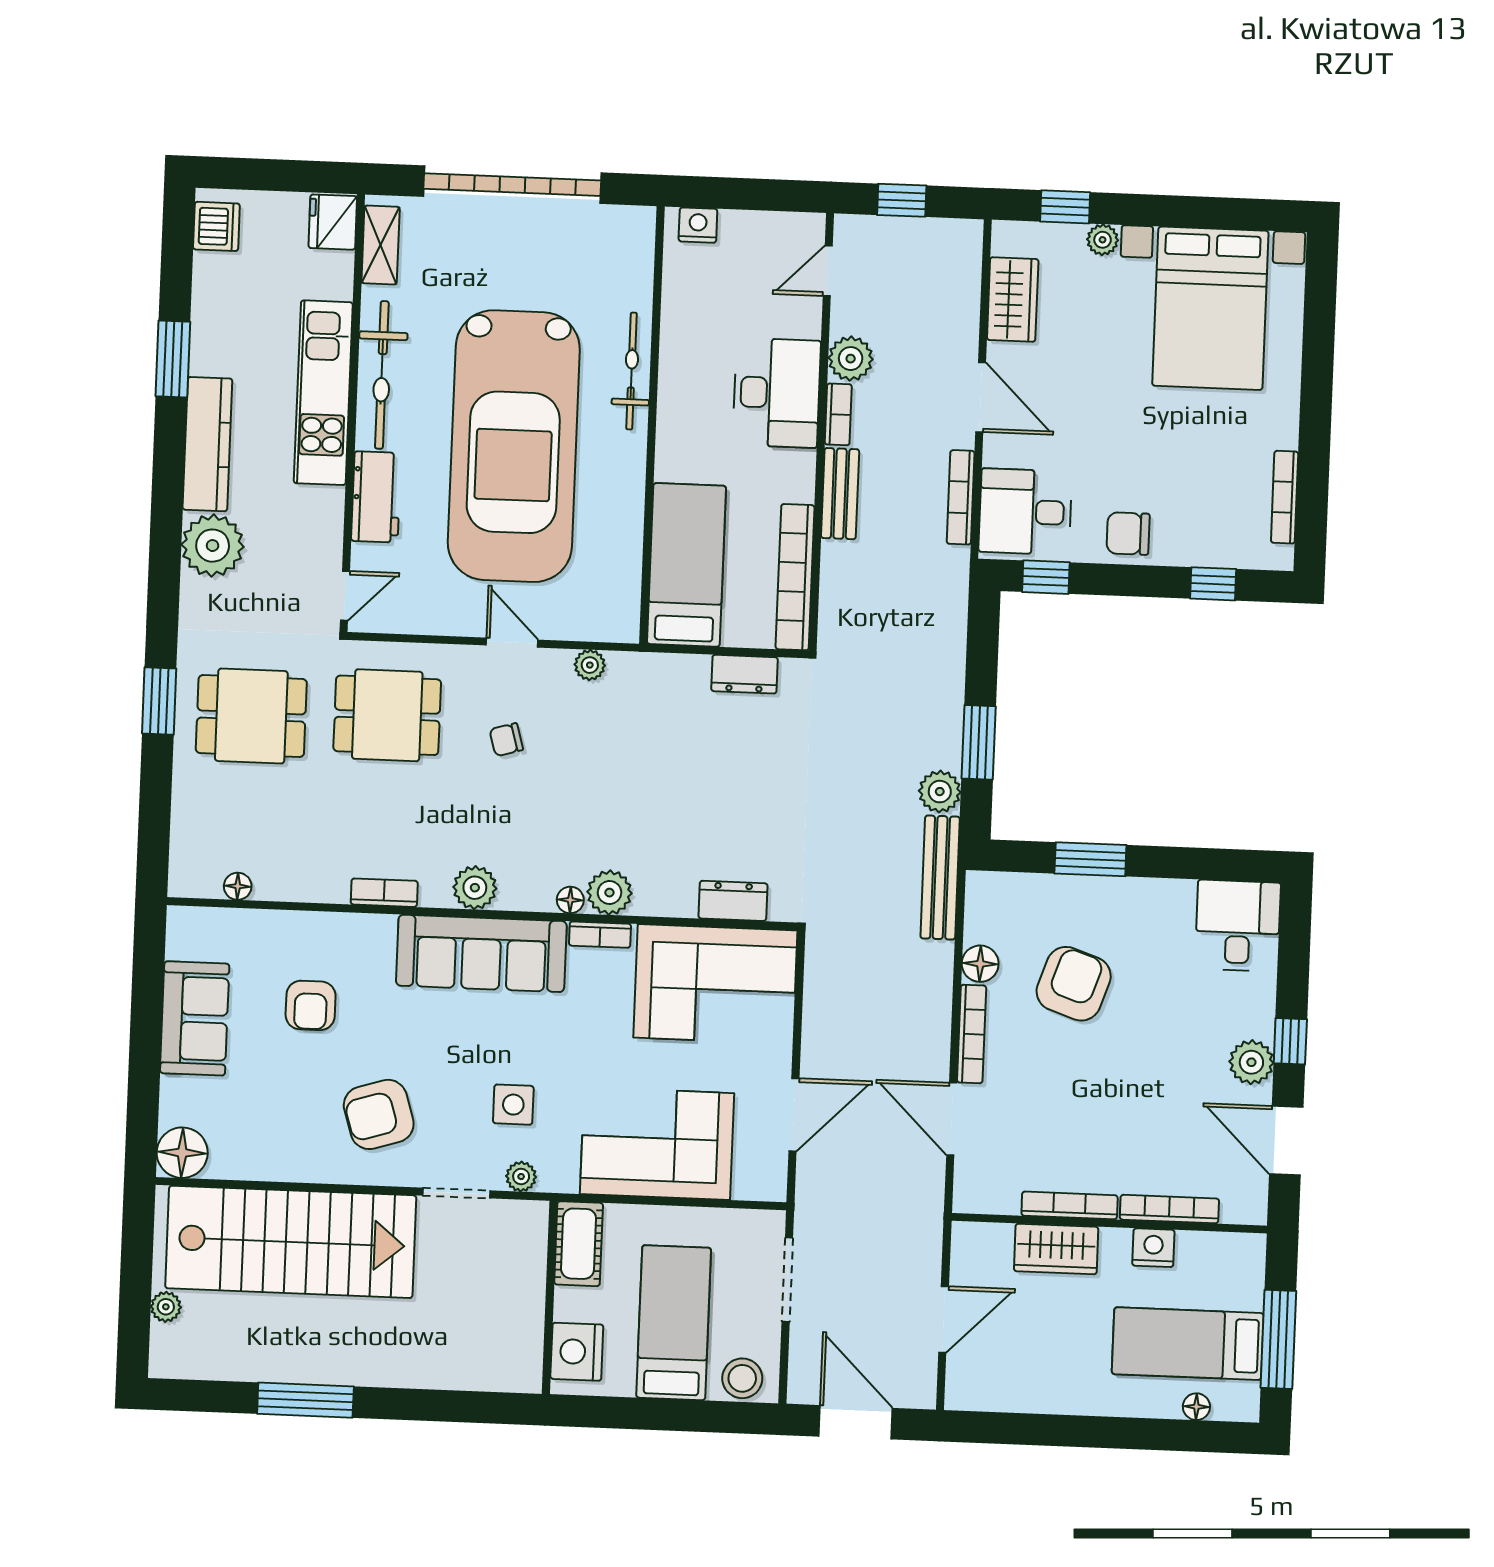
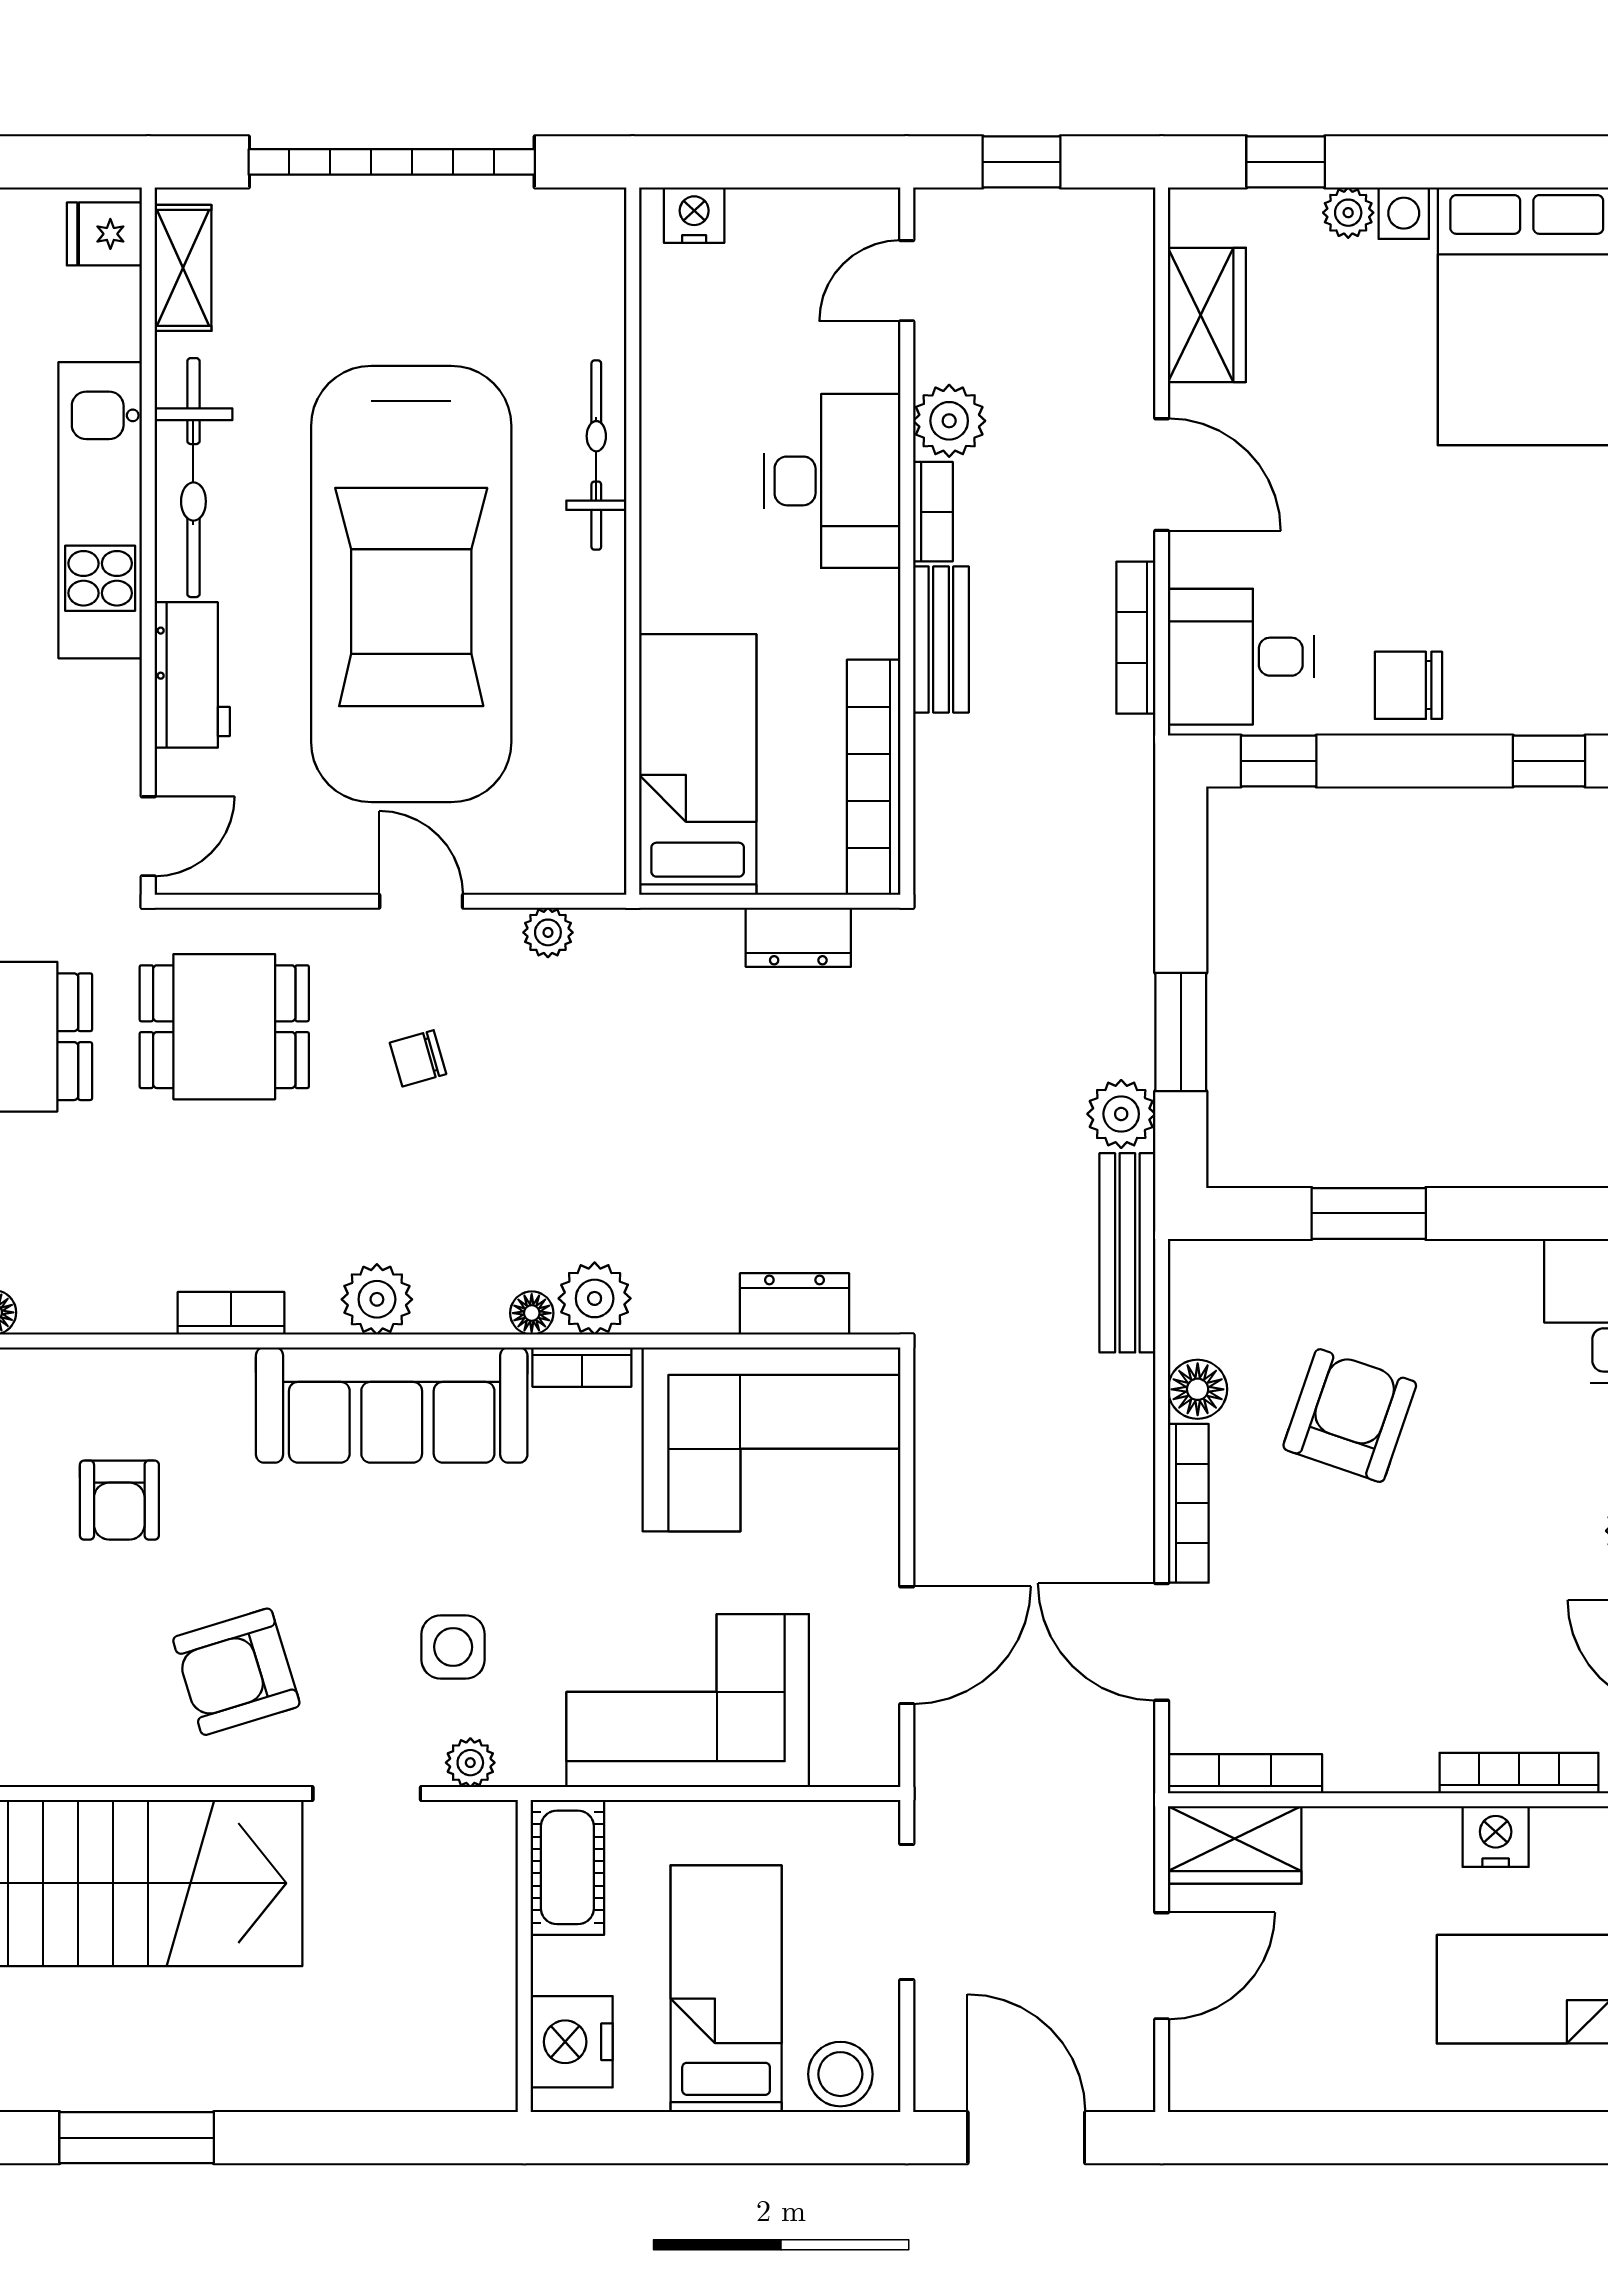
fridge: (333, 222) -> (104, 234), width x0.72
bookcase: (1070, 1205) -> (1245, 1774), moved
wardrobe: (1056, 1249) -> (1235, 1845), moved
floor lamp: (1196, 1407) -> (1575, 2090), removed

